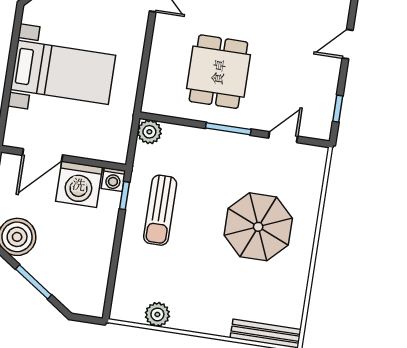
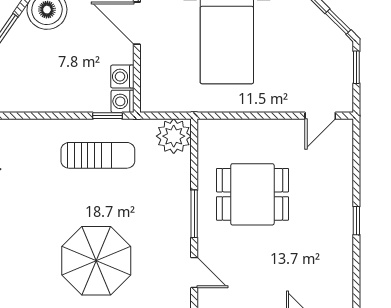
plant: (149, 132) -> (174, 136), width x1.36, depth x1.36
washing machine: (79, 184) -> (122, 76), width x0.53, depth x0.53
sun lounger: (160, 210) -> (98, 155), turned 180

